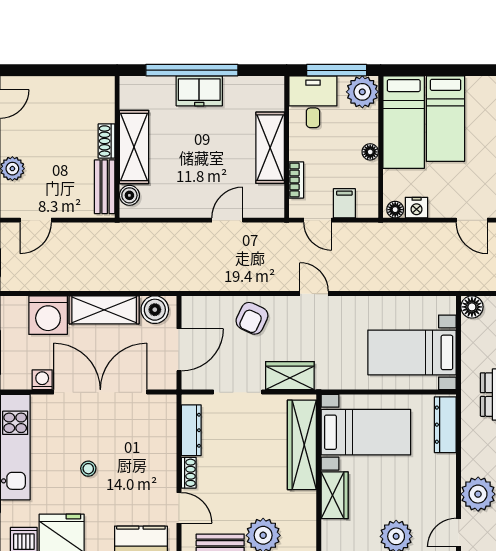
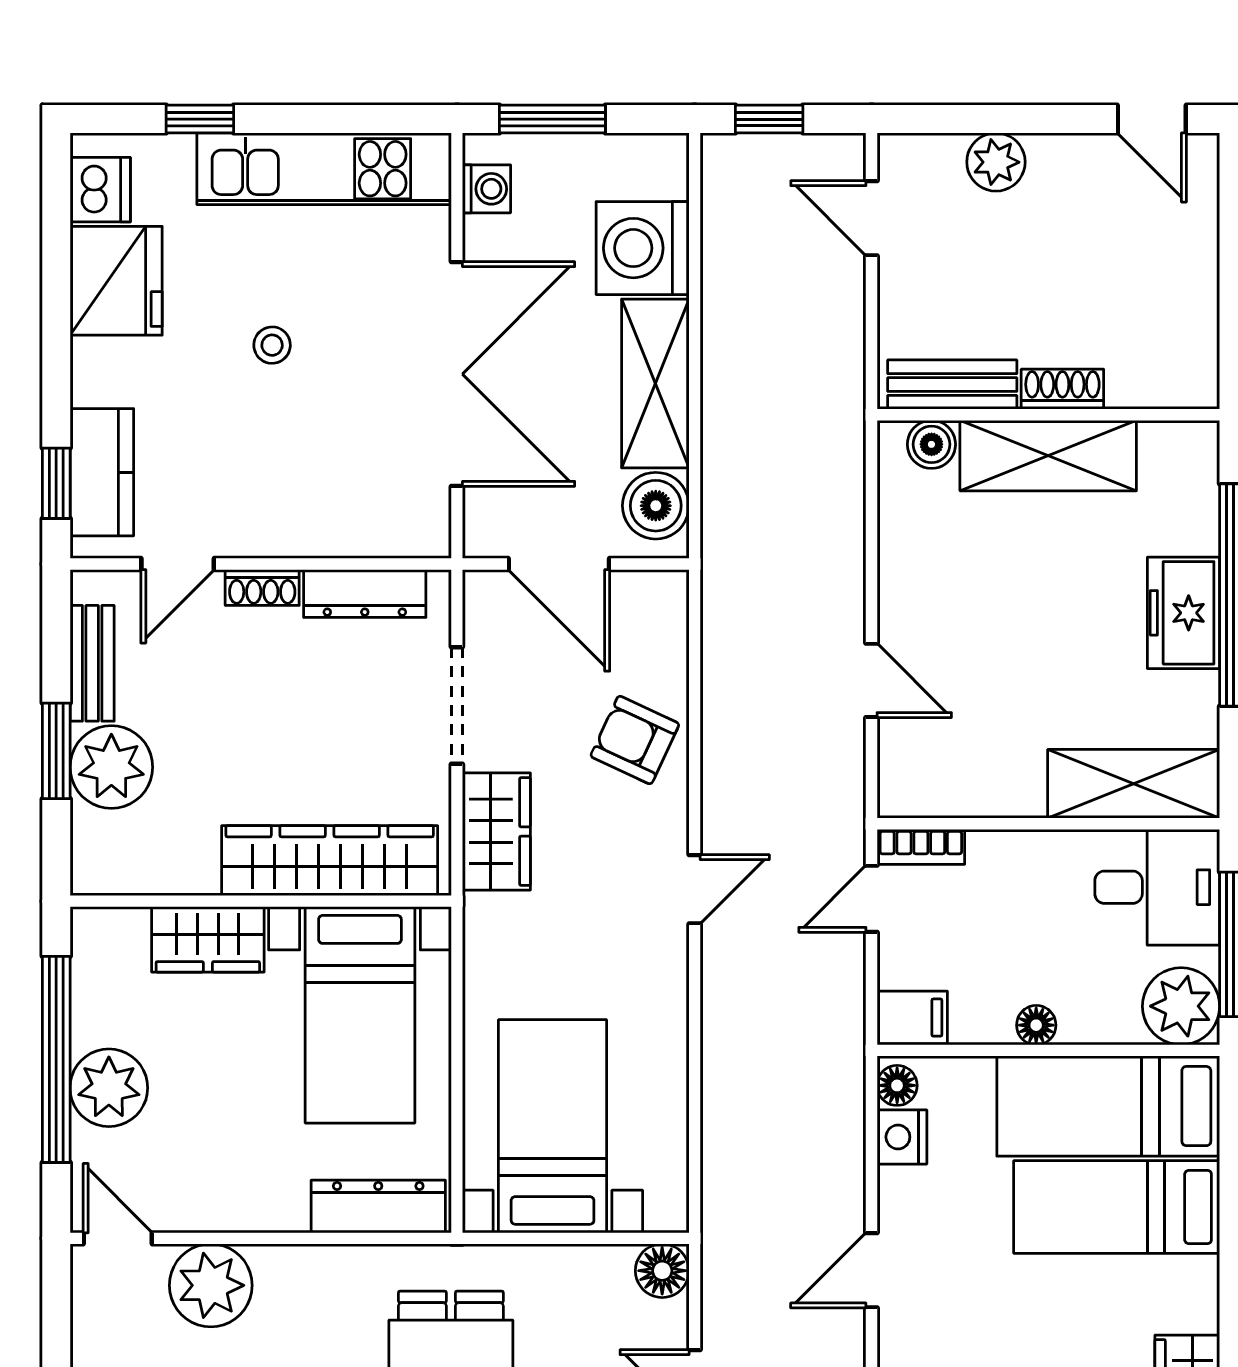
shelving: (270, 148) -> (1134, 784), moved
bookcase: (296, 180) -> (921, 847), moved
filing cabinet: (344, 203) -> (912, 1018), moved
washing machine: (42, 380) -> (486, 189), moved

